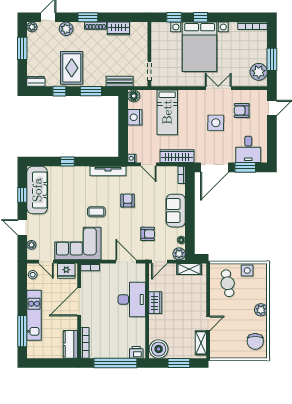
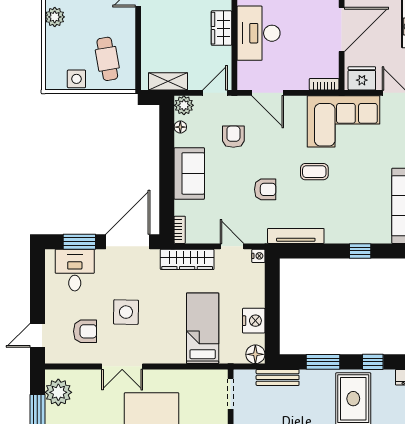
armchair: (128, 200) -> (265, 189), turned -90
armchair: (148, 234) -> (233, 137), turned 90

